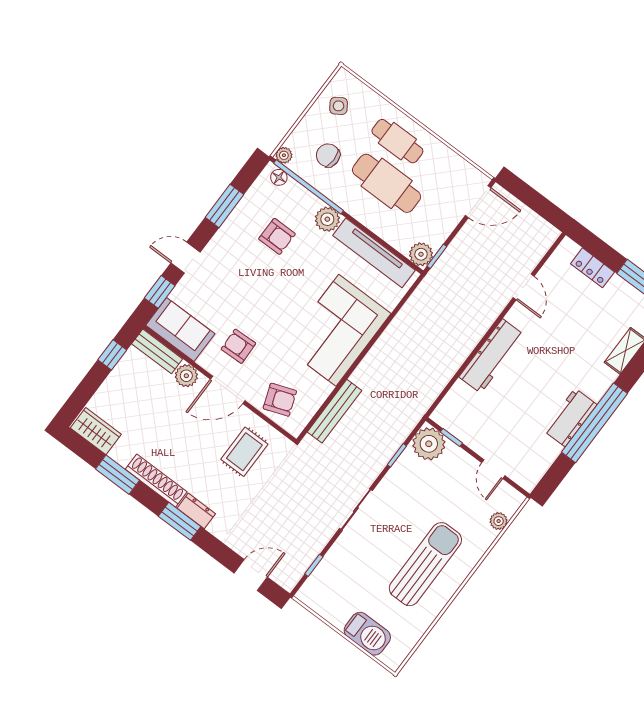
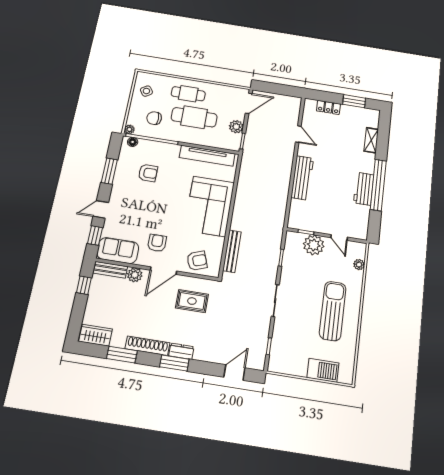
plant: (327, 219) -> (171, 151), removed
plant: (421, 254) -> (236, 127), moved
armchair: (238, 346) -> (157, 243), turned 92
plant: (429, 444) -> (314, 245), moved
rug: (244, 452) -> (192, 301), turned 90

